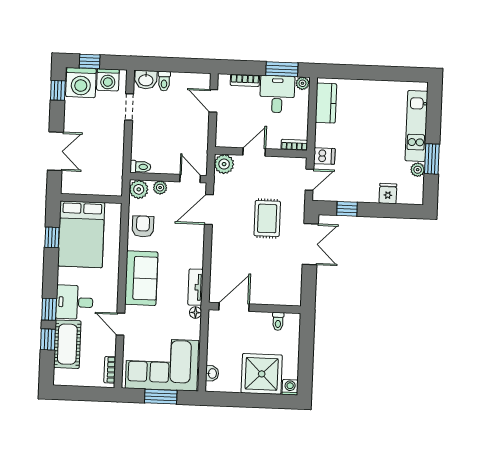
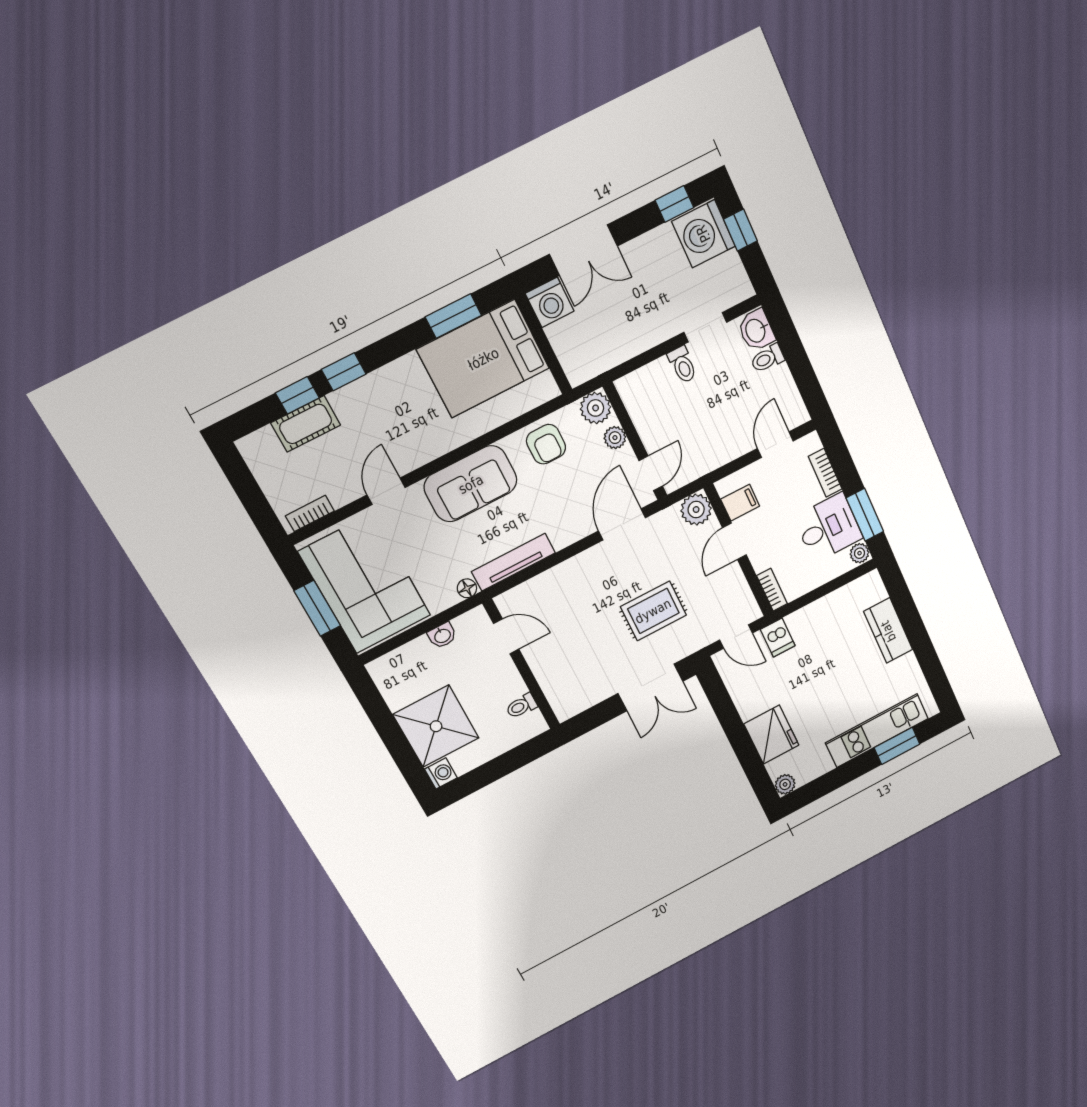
washing machine: (108, 80) -> (550, 302), moved, turned -90
kitchen counter: (326, 103) -> (888, 631), moved, turned 90
filing cabinet: (234, 137) -> (740, 503), added
door: (254, 152) -> (734, 541), swing flipped
window: (432, 159) -> (897, 746), moved
toilet: (140, 167) -> (682, 365), moved
plant: (418, 170) -> (785, 784), moved
fridge: (388, 194) -> (771, 735), width x1.88, depth x1.34
door: (209, 209) -> (622, 524), hinge flipped
window: (347, 209) -> (724, 707), removed
armchair: (143, 226) -> (546, 444), turned 90
window: (52, 237) -> (453, 316), width x1.50
tv unit: (195, 287) -> (513, 562), width x1.41
desk: (74, 302) -> (377, 405), removed
door: (234, 307) -> (506, 636), width x0.73
cot: (67, 344) -> (306, 424), width x0.73, depth x0.75
washbasin: (212, 373) -> (442, 635), moved

